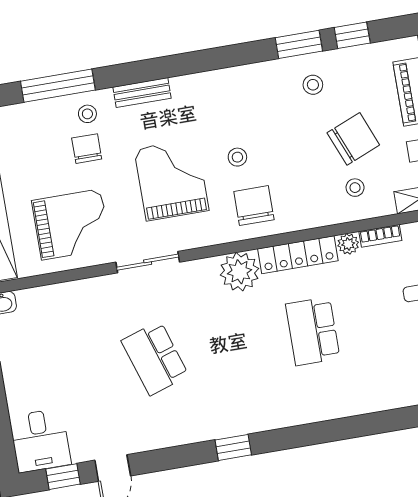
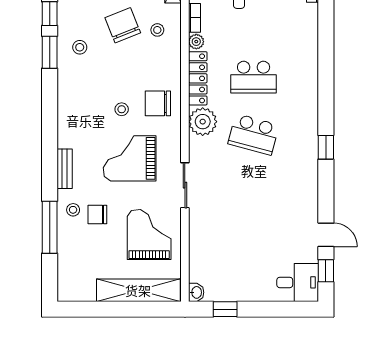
school desk: (155, 358) -> (254, 134), moved, turned 33

